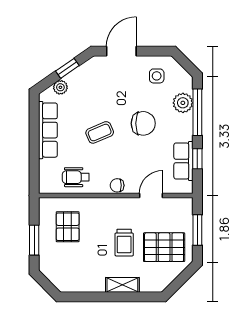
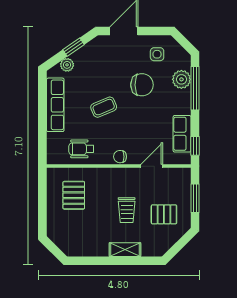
chair: (143, 123) -> (142, 85), moved
window: (197, 159) -> (195, 146), moved
window: (34, 240) -> (42, 208), removed
pallet: (164, 247) -> (164, 214), width x0.67, depth x0.71

